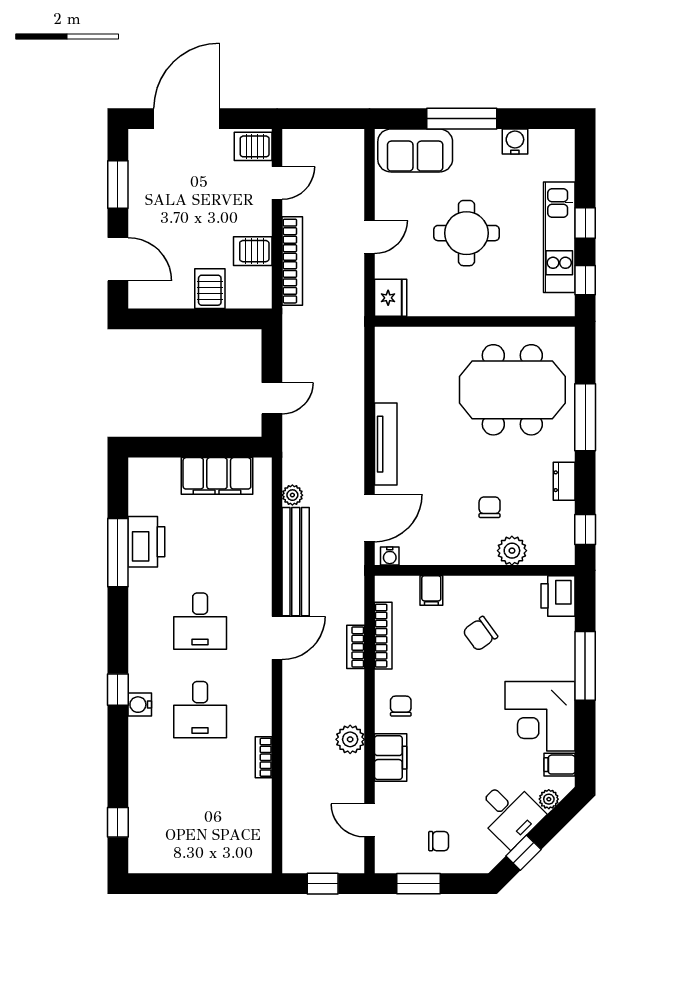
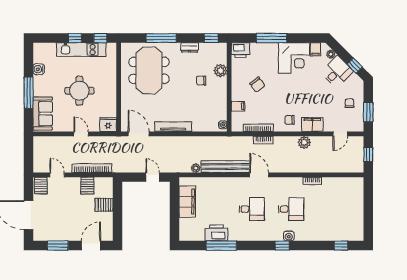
door: (369, 518) -> (139, 134), moved

